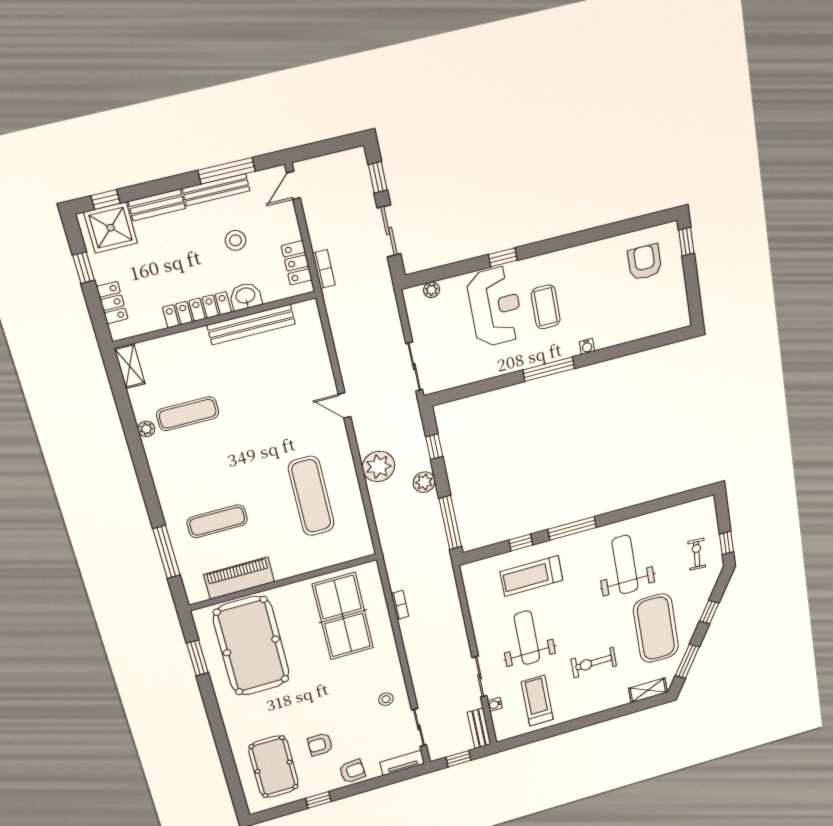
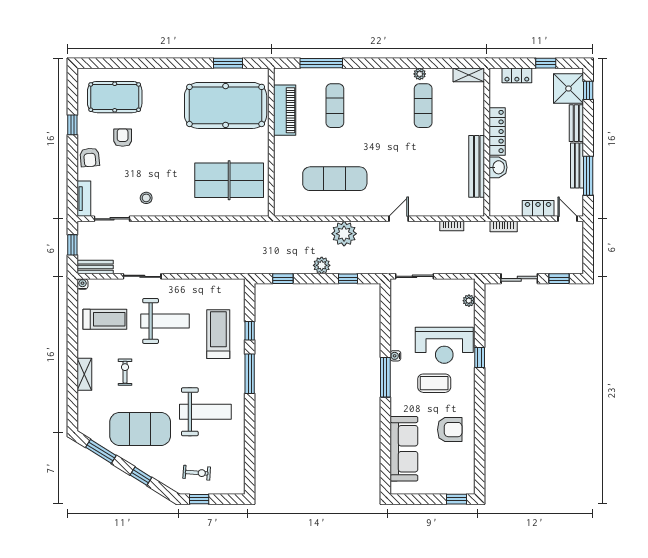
stool: (235, 240) -> (539, 170), removed
armchair: (645, 262) -> (450, 430), moved
locker: (297, 263) -> (538, 208), moved
sofa: (633, 323) -> (404, 449), added
water cooler: (587, 346) -> (395, 356), moved
window: (450, 523) -> (283, 279), width x0.46
bookcase: (400, 605) -> (452, 226), moved
exercise bike: (594, 663) -> (125, 372), width x0.73, depth x0.72
shelving: (648, 690) -> (84, 374), moved
water cooler: (495, 704) -> (83, 284), moved

